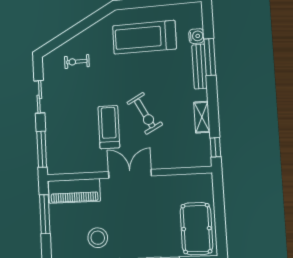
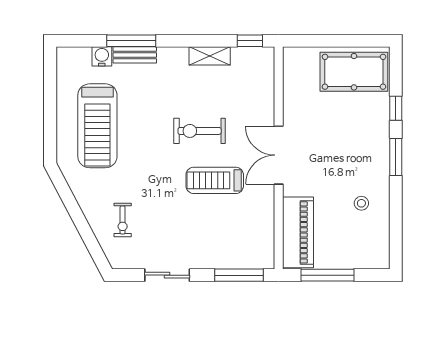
bench: (199, 67) -> (135, 55), width x0.73
exercise bike: (145, 113) -> (200, 131), turned -152
stool: (98, 238) -> (361, 203), width x0.53, depth x0.53

